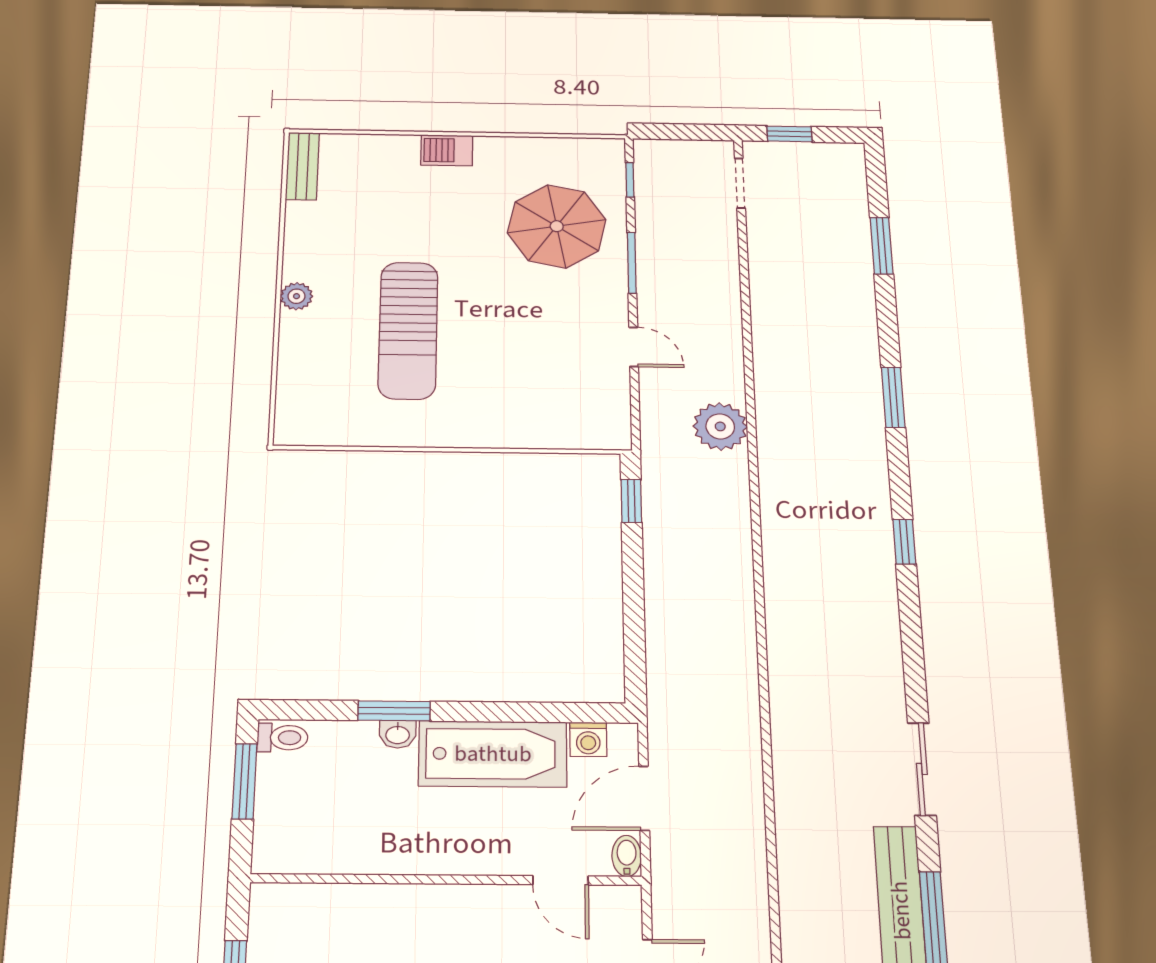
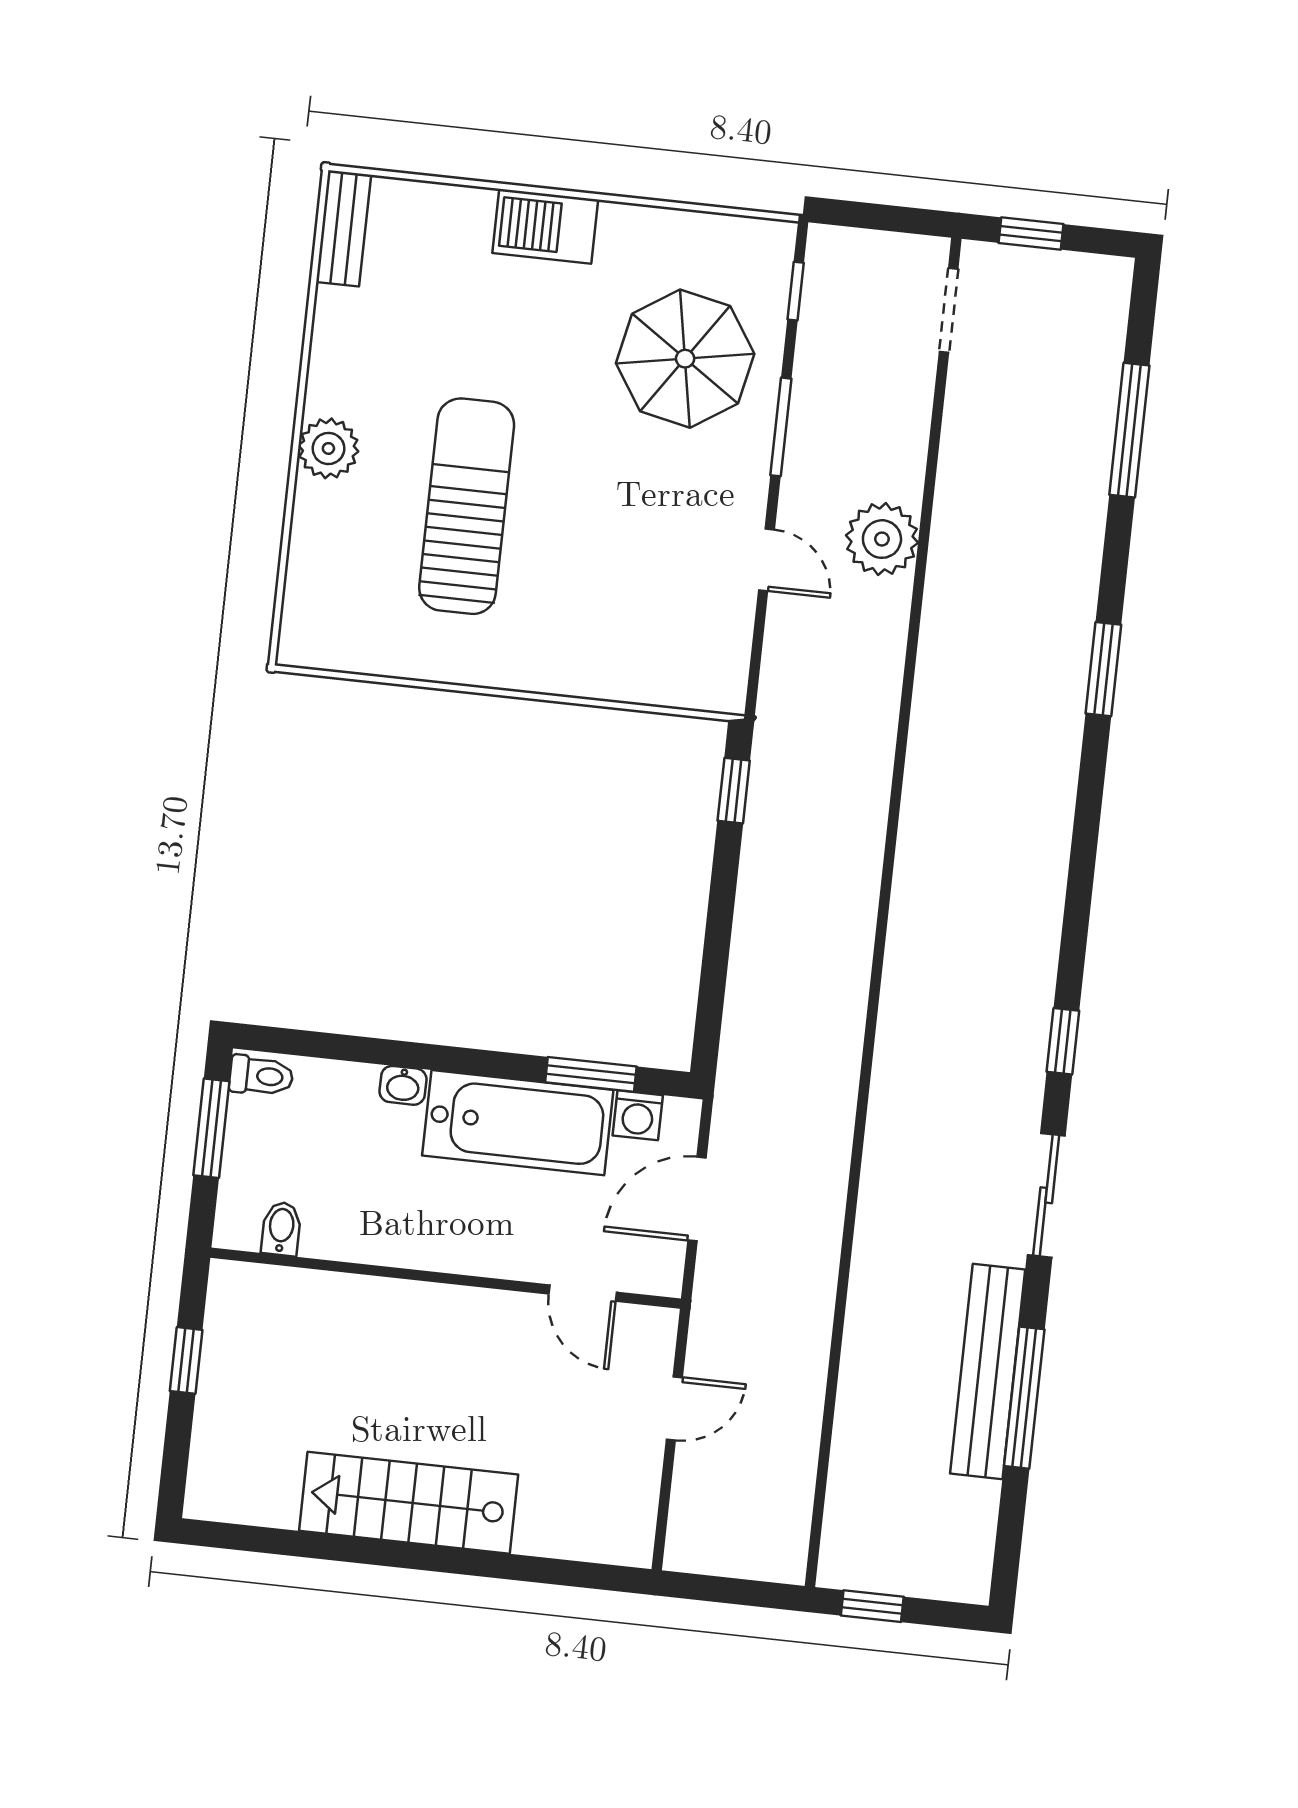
barbecue: (447, 150) -> (545, 226), width x1.38, depth x1.27
window: (882, 246) -> (1129, 430), width x1.44
plant: (297, 296) -> (328, 448), width x1.38, depth x1.38
sun lounger: (408, 330) -> (467, 506), turned 180
plant: (720, 426) -> (882, 539), moved
window: (904, 542) -> (1063, 1041), moved
window: (394, 711) -> (591, 1074), moved
bidet: (627, 856) -> (281, 1229), moved

